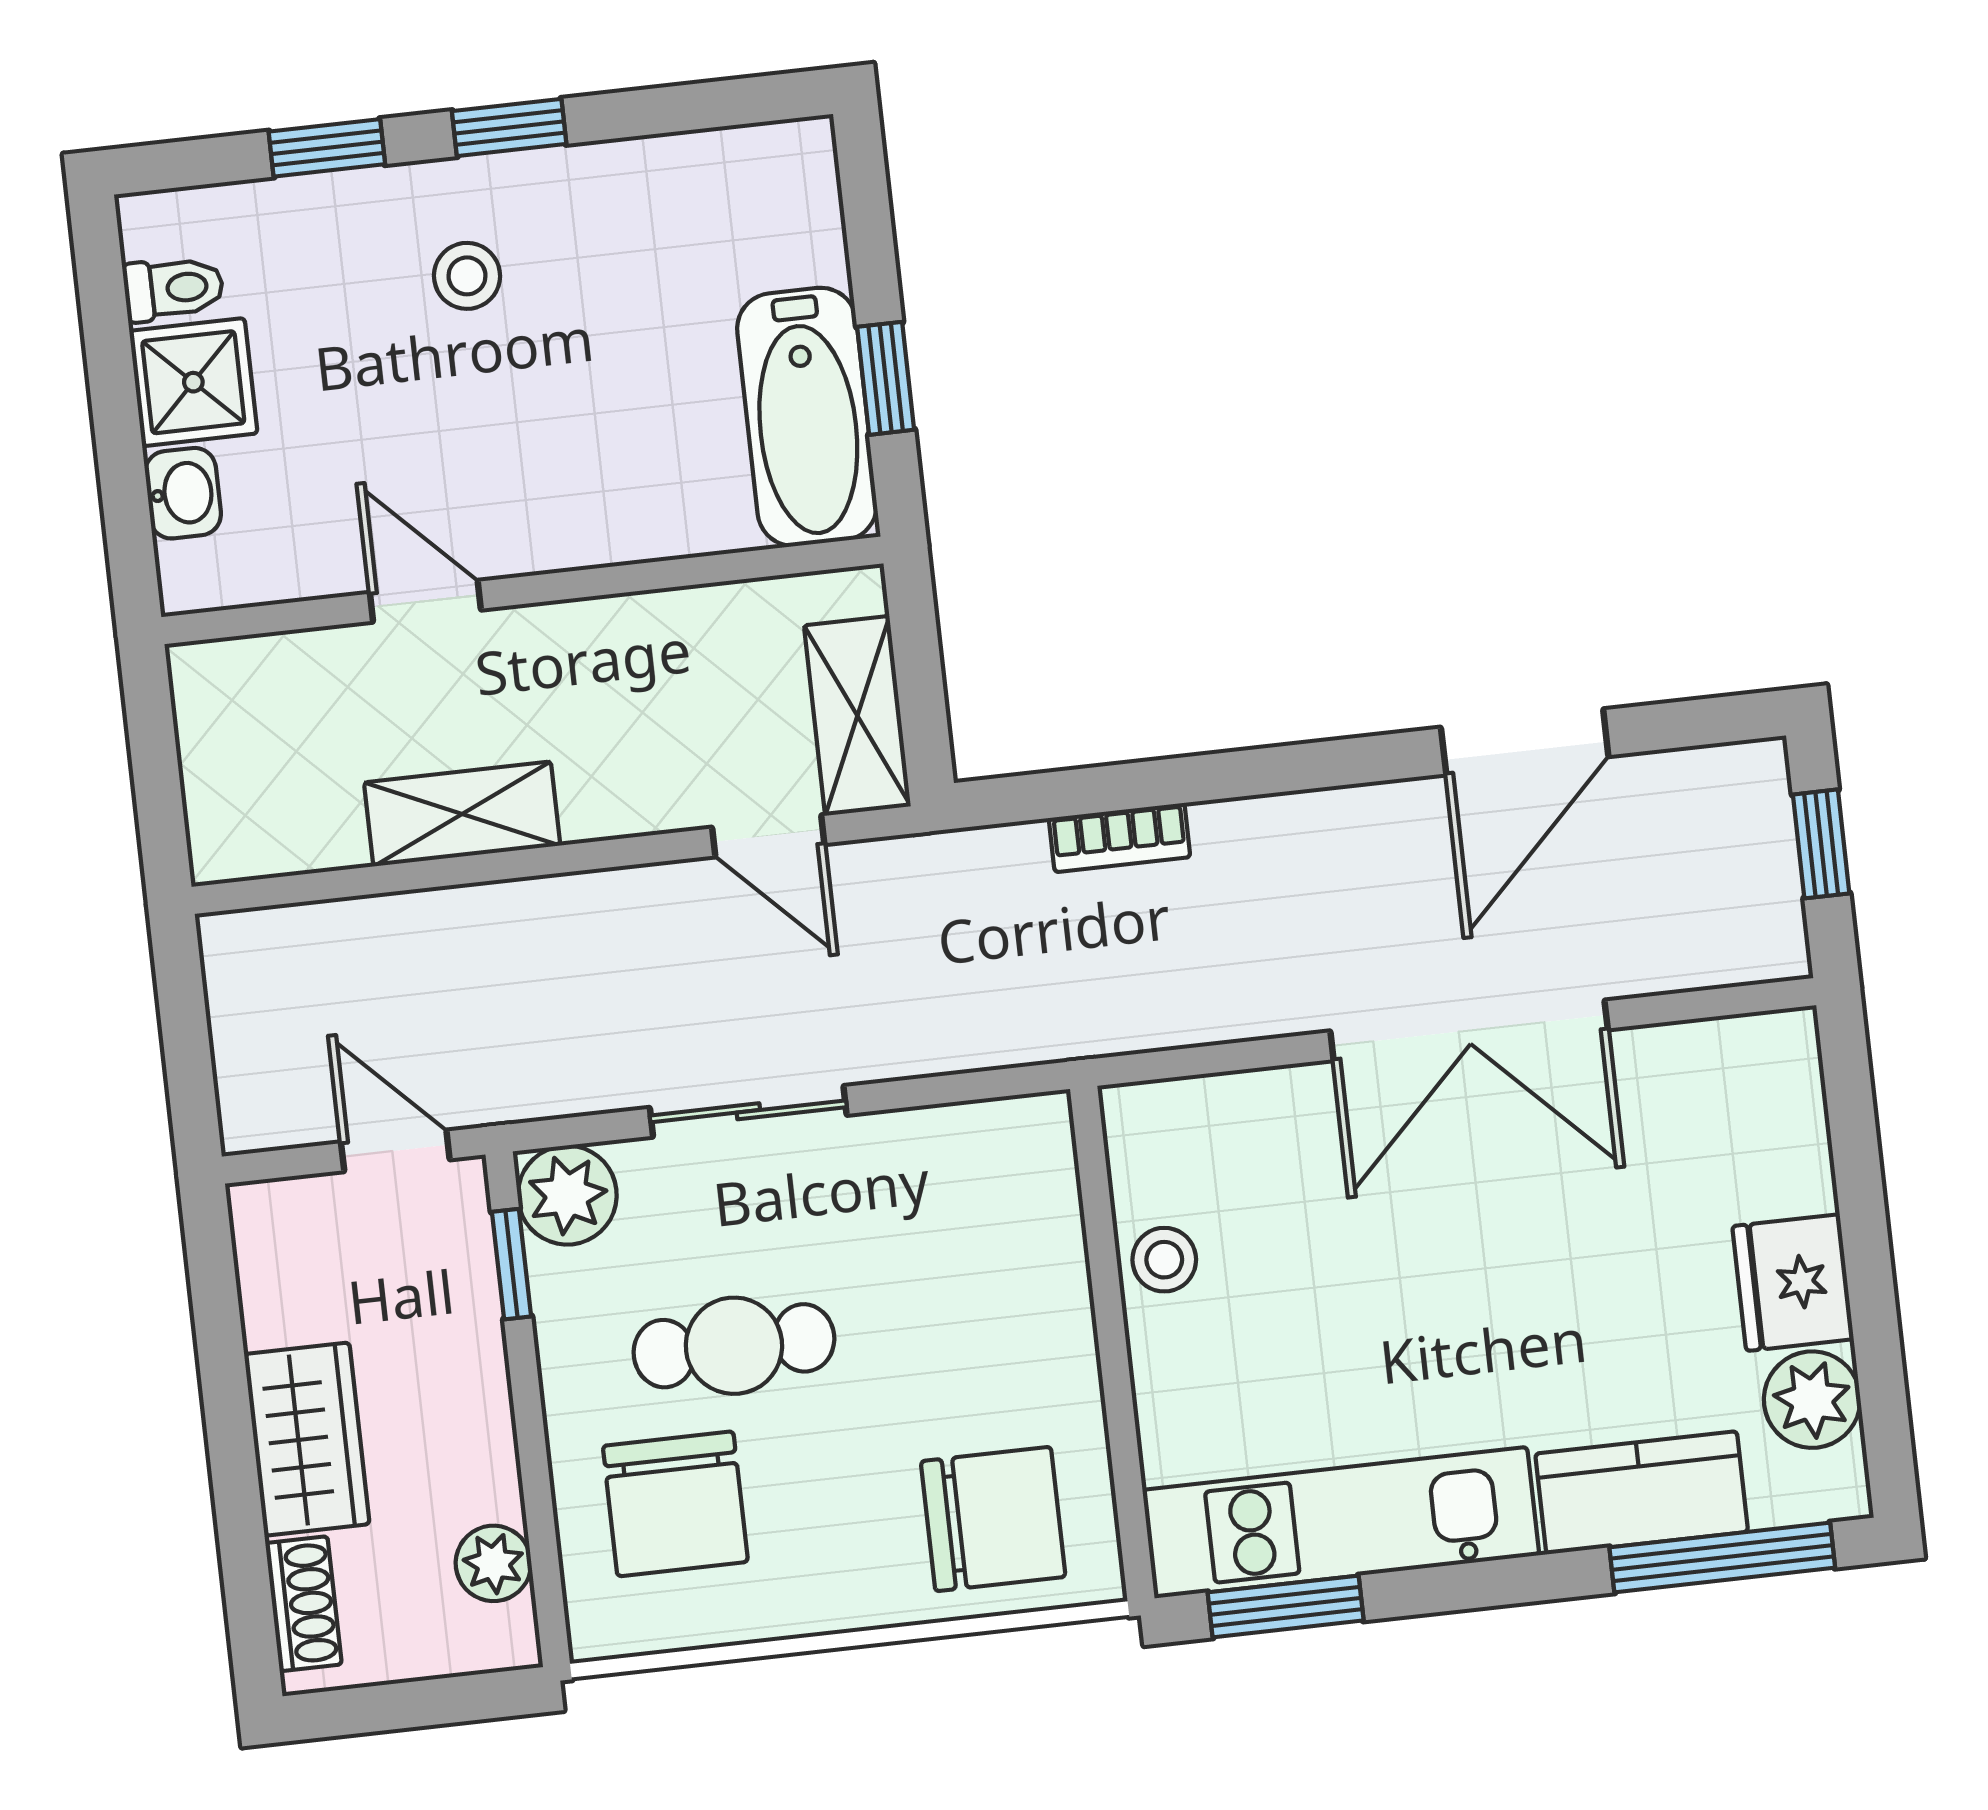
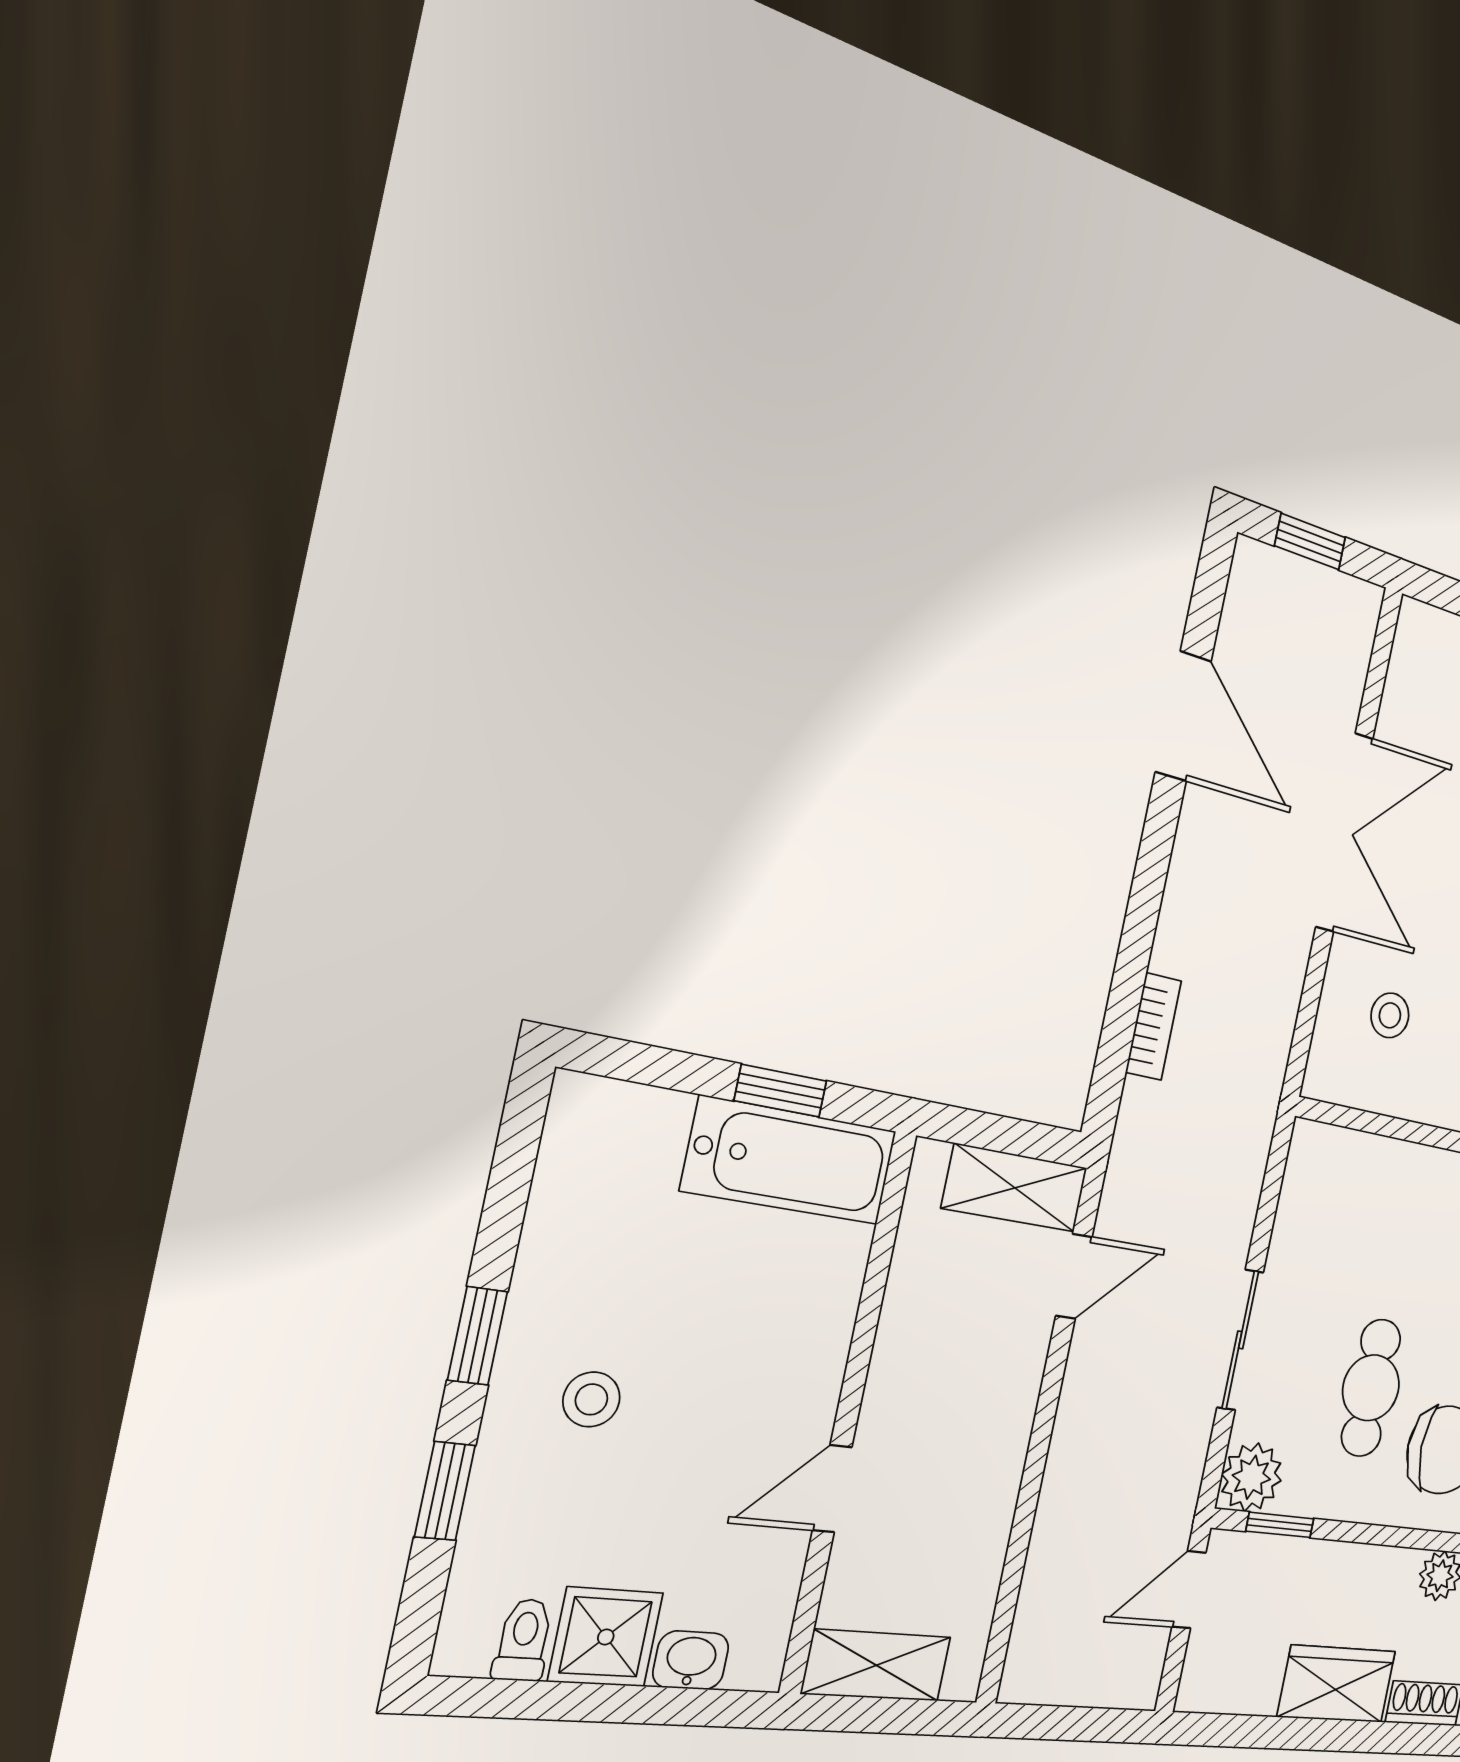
shelving: (462, 814) -> (876, 1665), moved, turned 90
stool: (1164, 1260) -> (1390, 1015), moved

